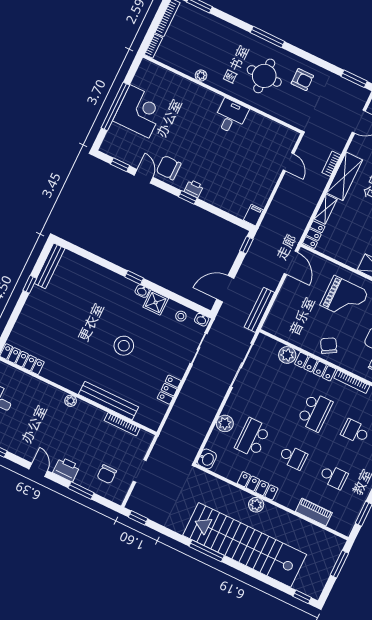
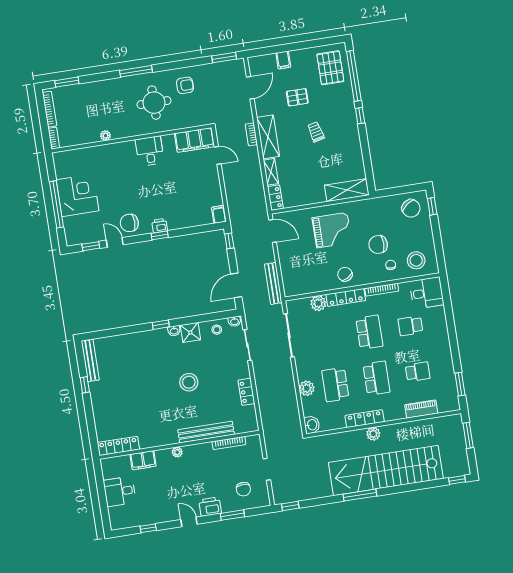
filing cabinet: (277, 134) -> (195, 140), added
filing cabinet: (35, 387) -> (143, 460), added
school desk: (293, 457) -> (377, 378), width x1.85

